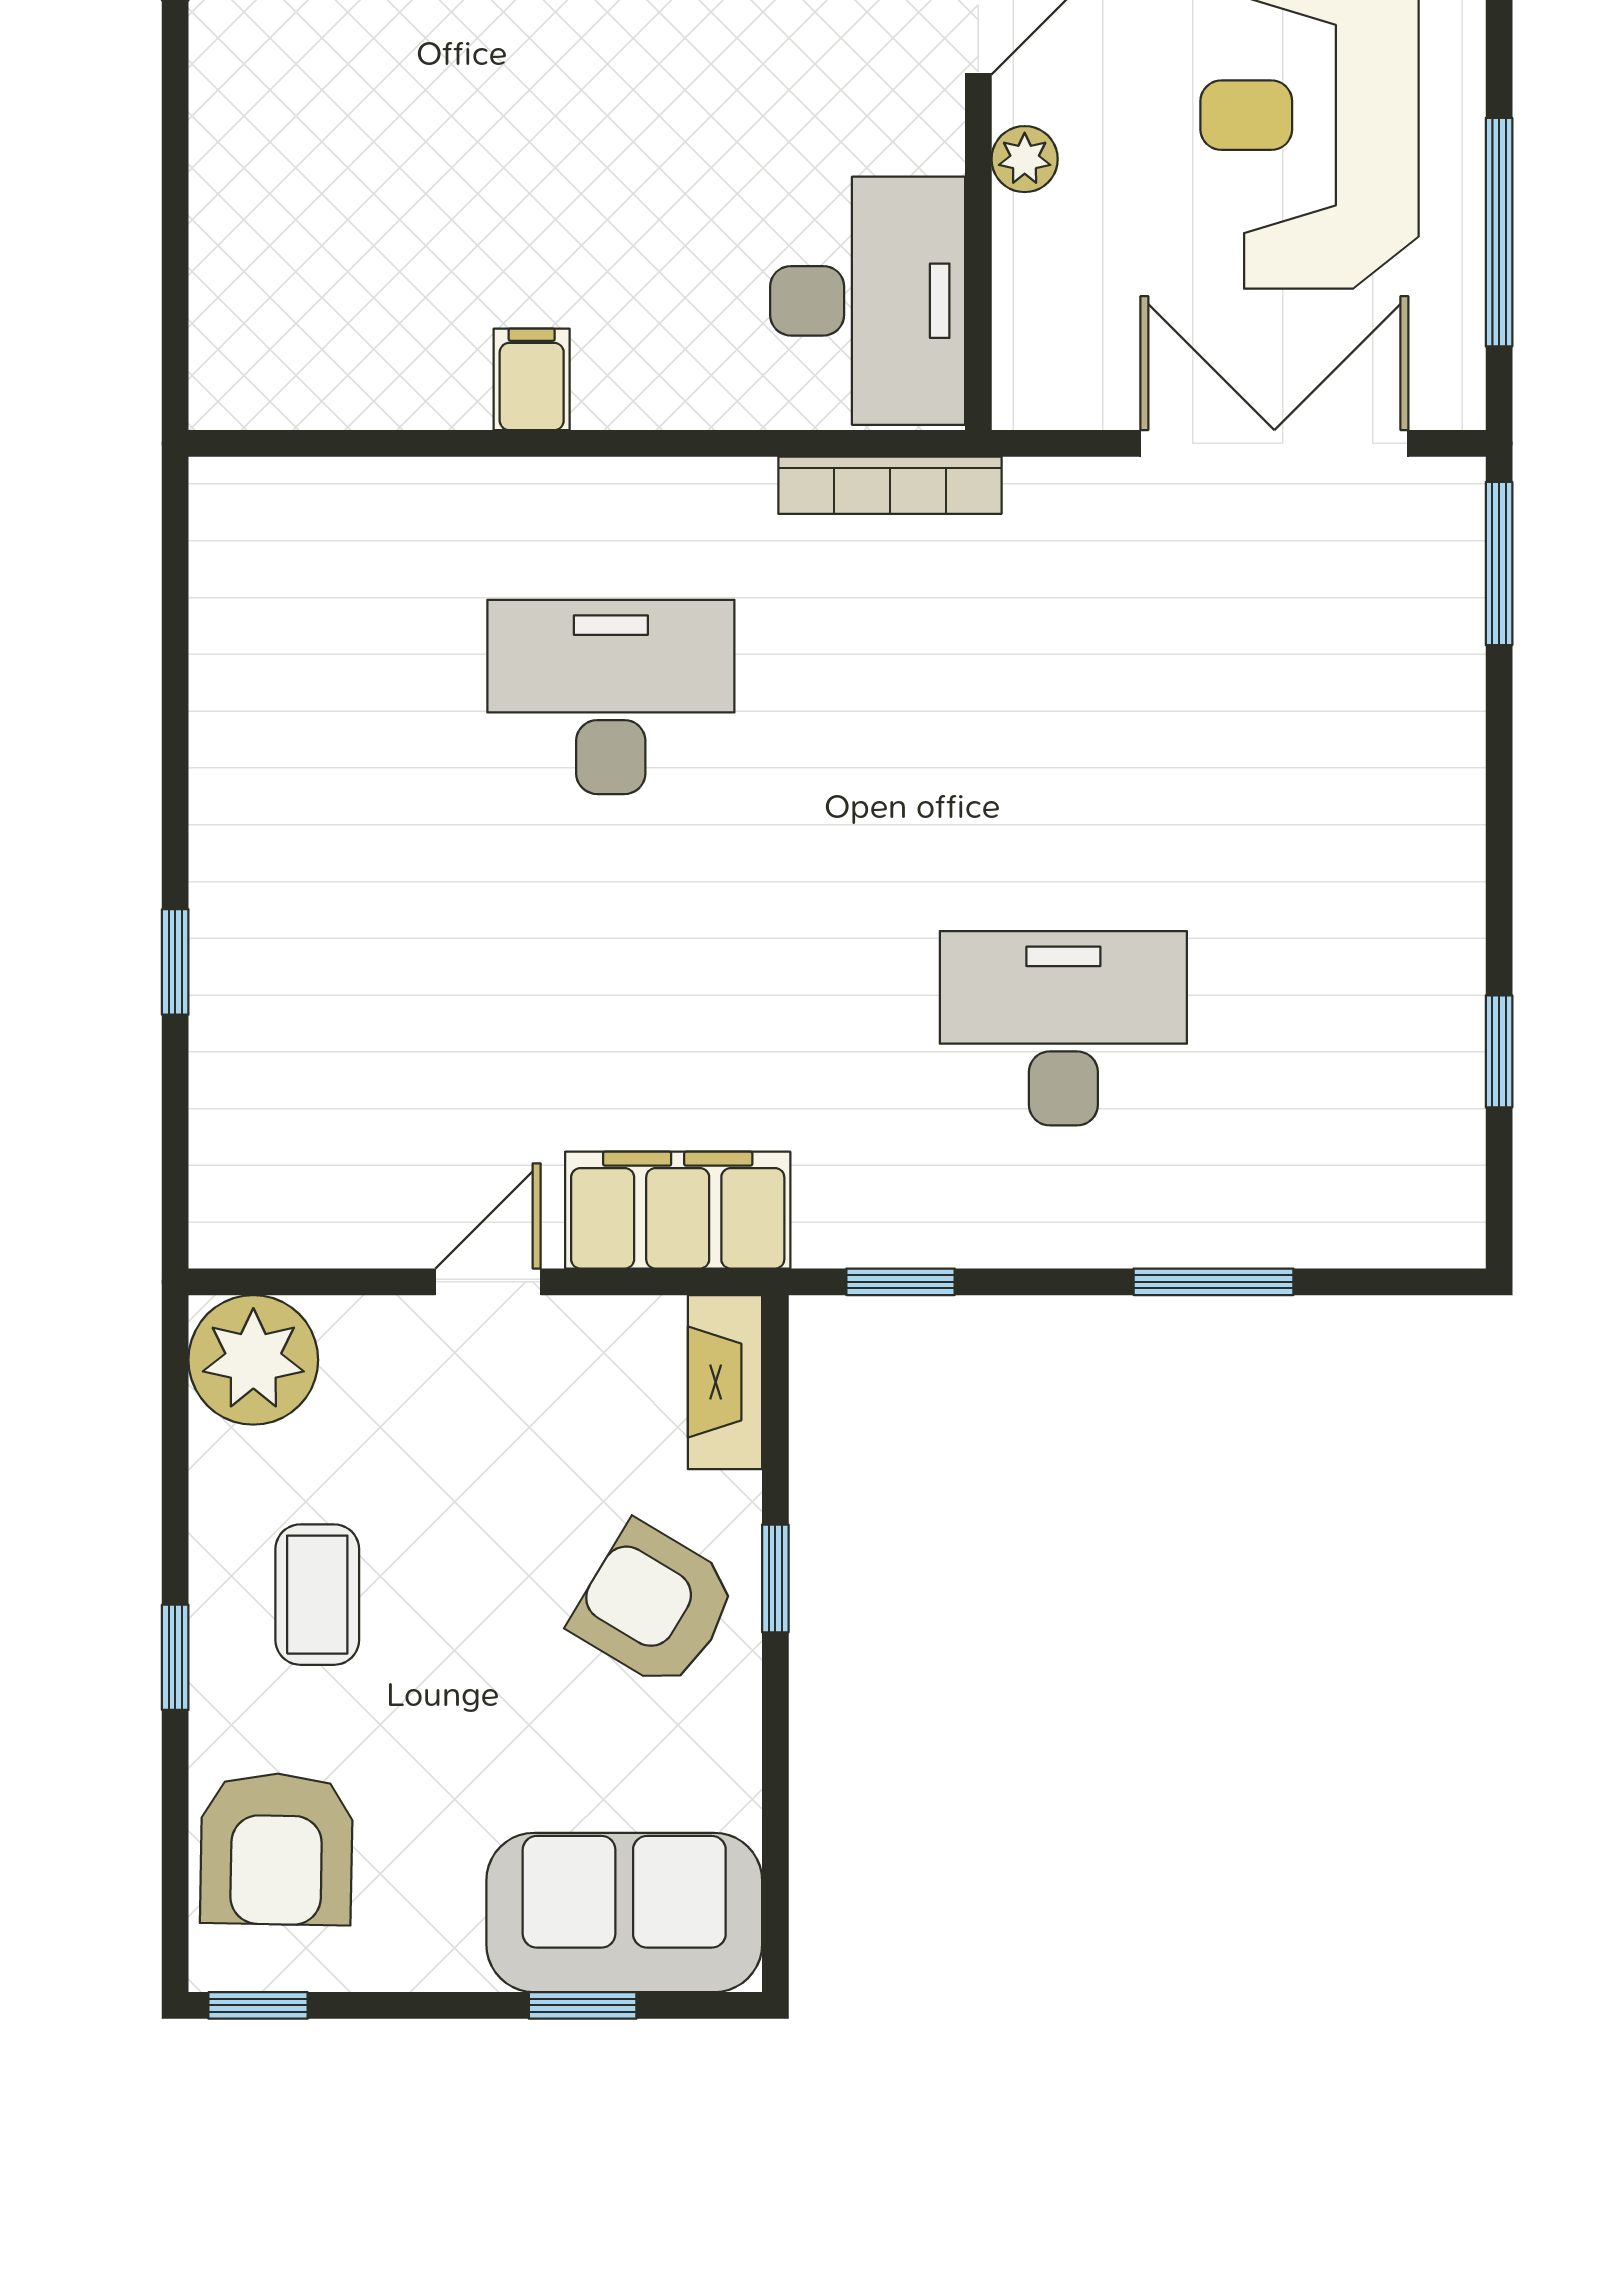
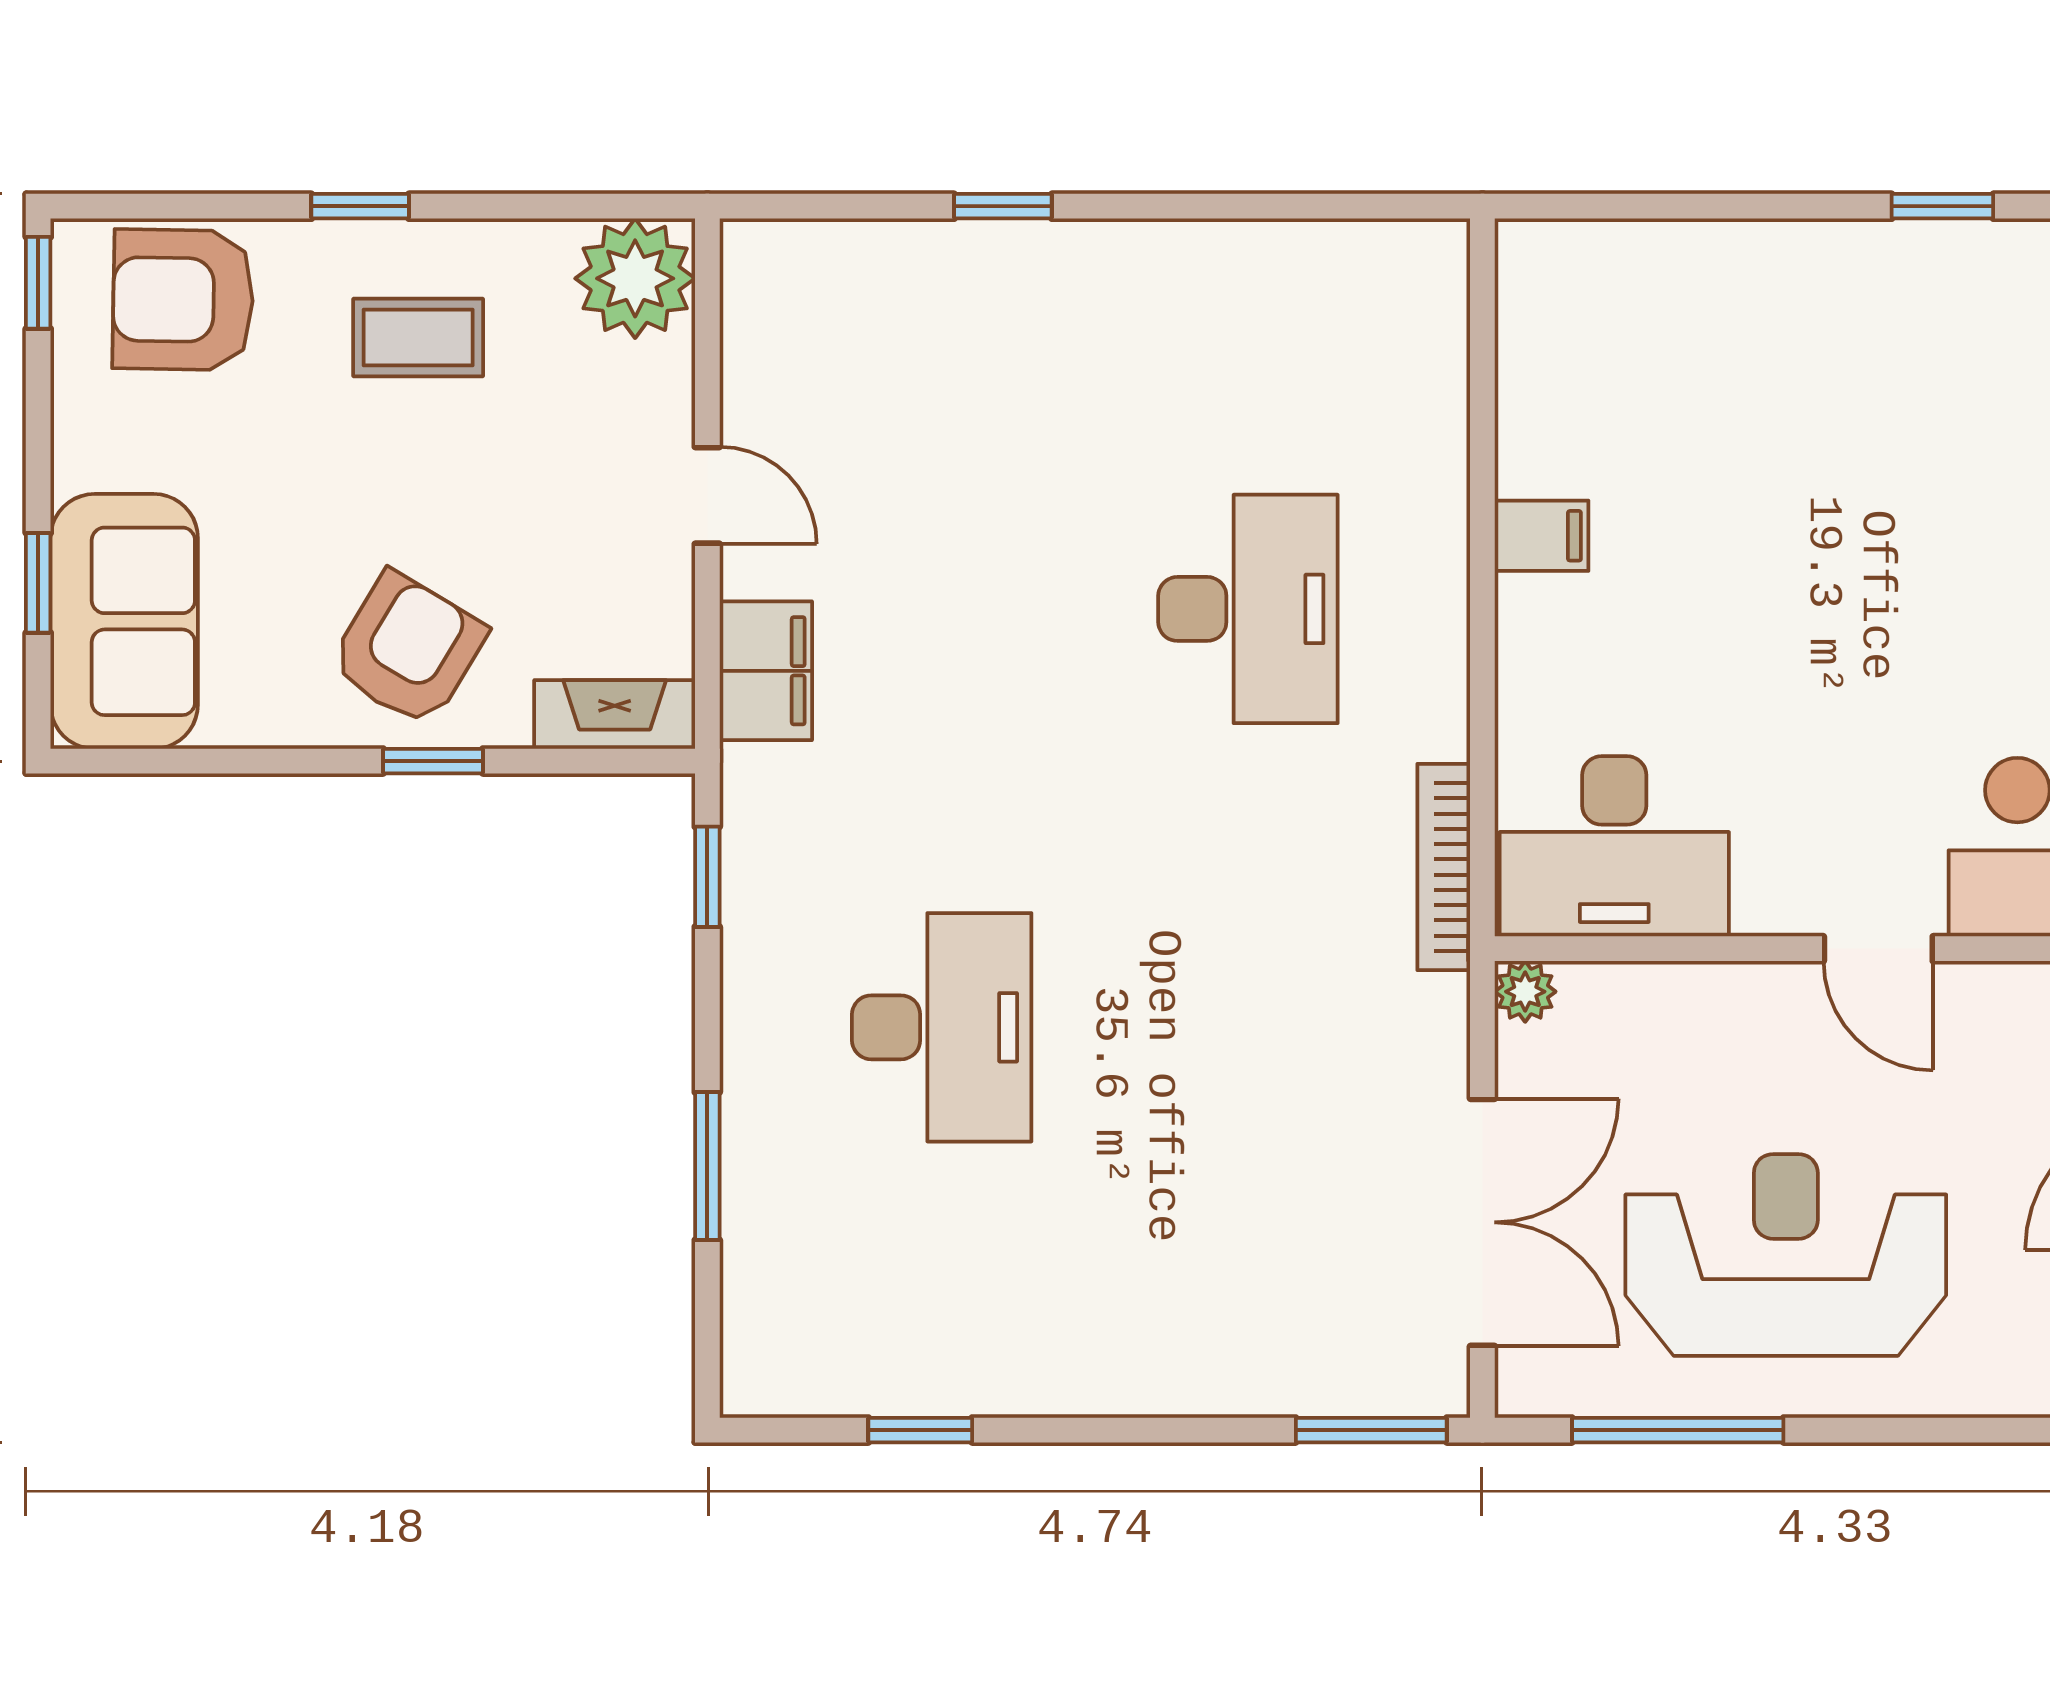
plant: (1025, 159) -> (1525, 992), moved
filing cabinet: (678, 1210) -> (766, 671), width x0.67, depth x0.86

